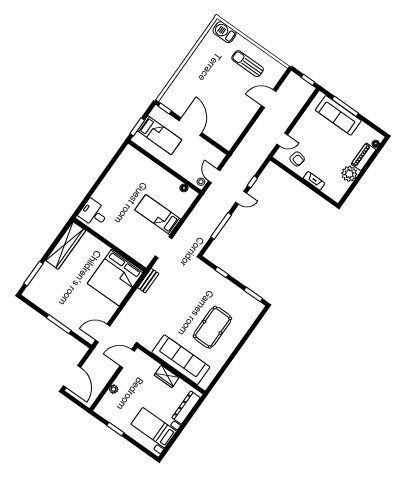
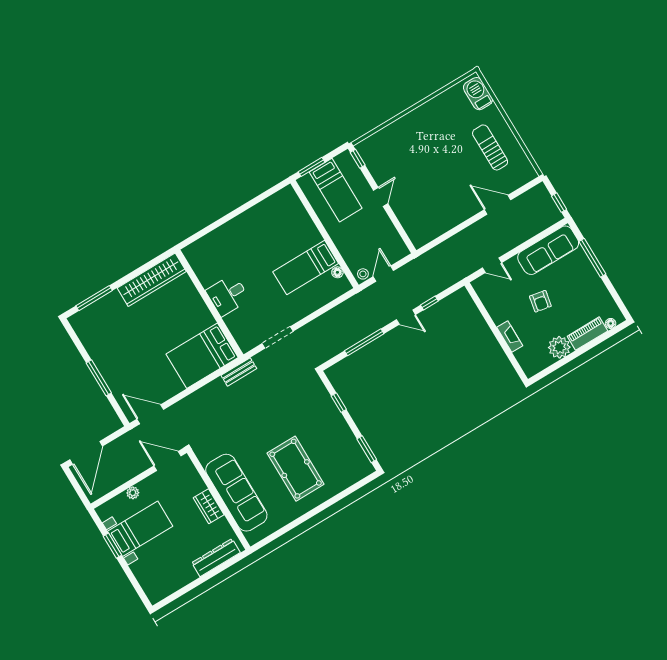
sofa: (338, 115) -> (548, 250), moved, turned -90
door: (191, 127) -> (381, 197), width x0.53
armchair: (297, 159) -> (540, 301), moved
desk: (94, 213) -> (228, 295), moved, turned -90
bed: (158, 215) -> (306, 268), moved, turned -90
bed: (115, 277) -> (202, 356), width x0.73
pool table: (212, 327) -> (296, 469), turned 90
bed with nightstands: (154, 428) -> (140, 529), moved, turned 90

